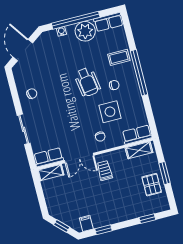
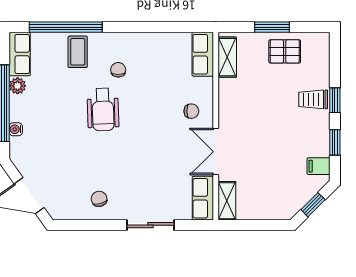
plant: (85, 31) -> (18, 86), width x0.53, depth x0.53
window: (139, 73) -> (66, 27), moved
wheelchair: (87, 82) -> (103, 110), turned 97
side table: (110, 112) -> (157, 87), removed
double door: (79, 158) -> (216, 152), swing flipped
trolley: (105, 171) -> (313, 99), moved
window: (147, 219) -> (335, 100), moved

